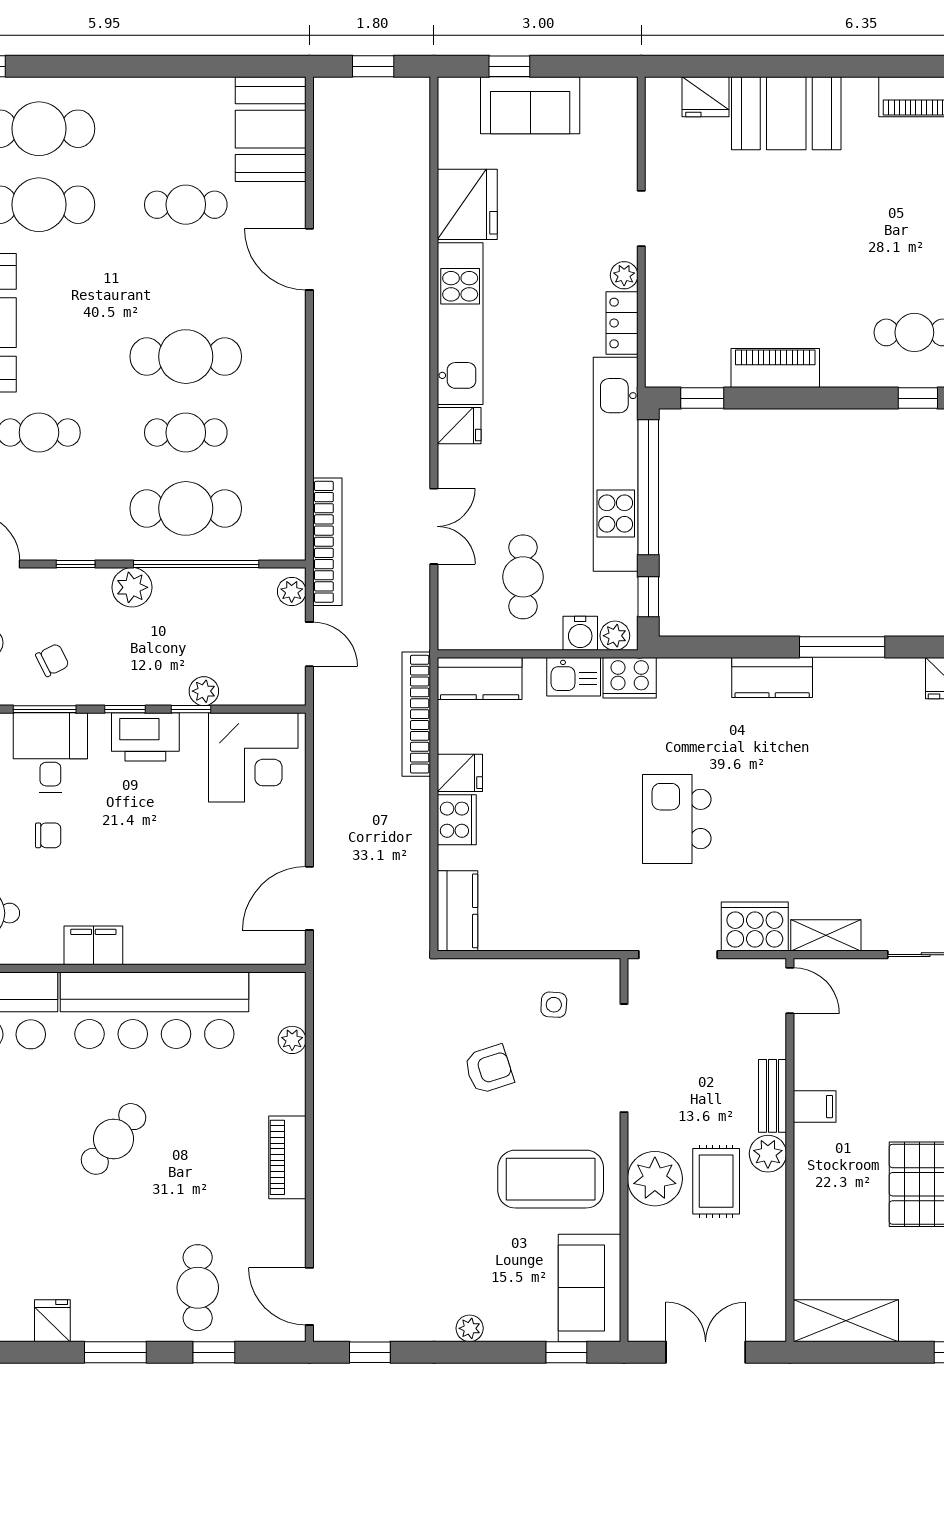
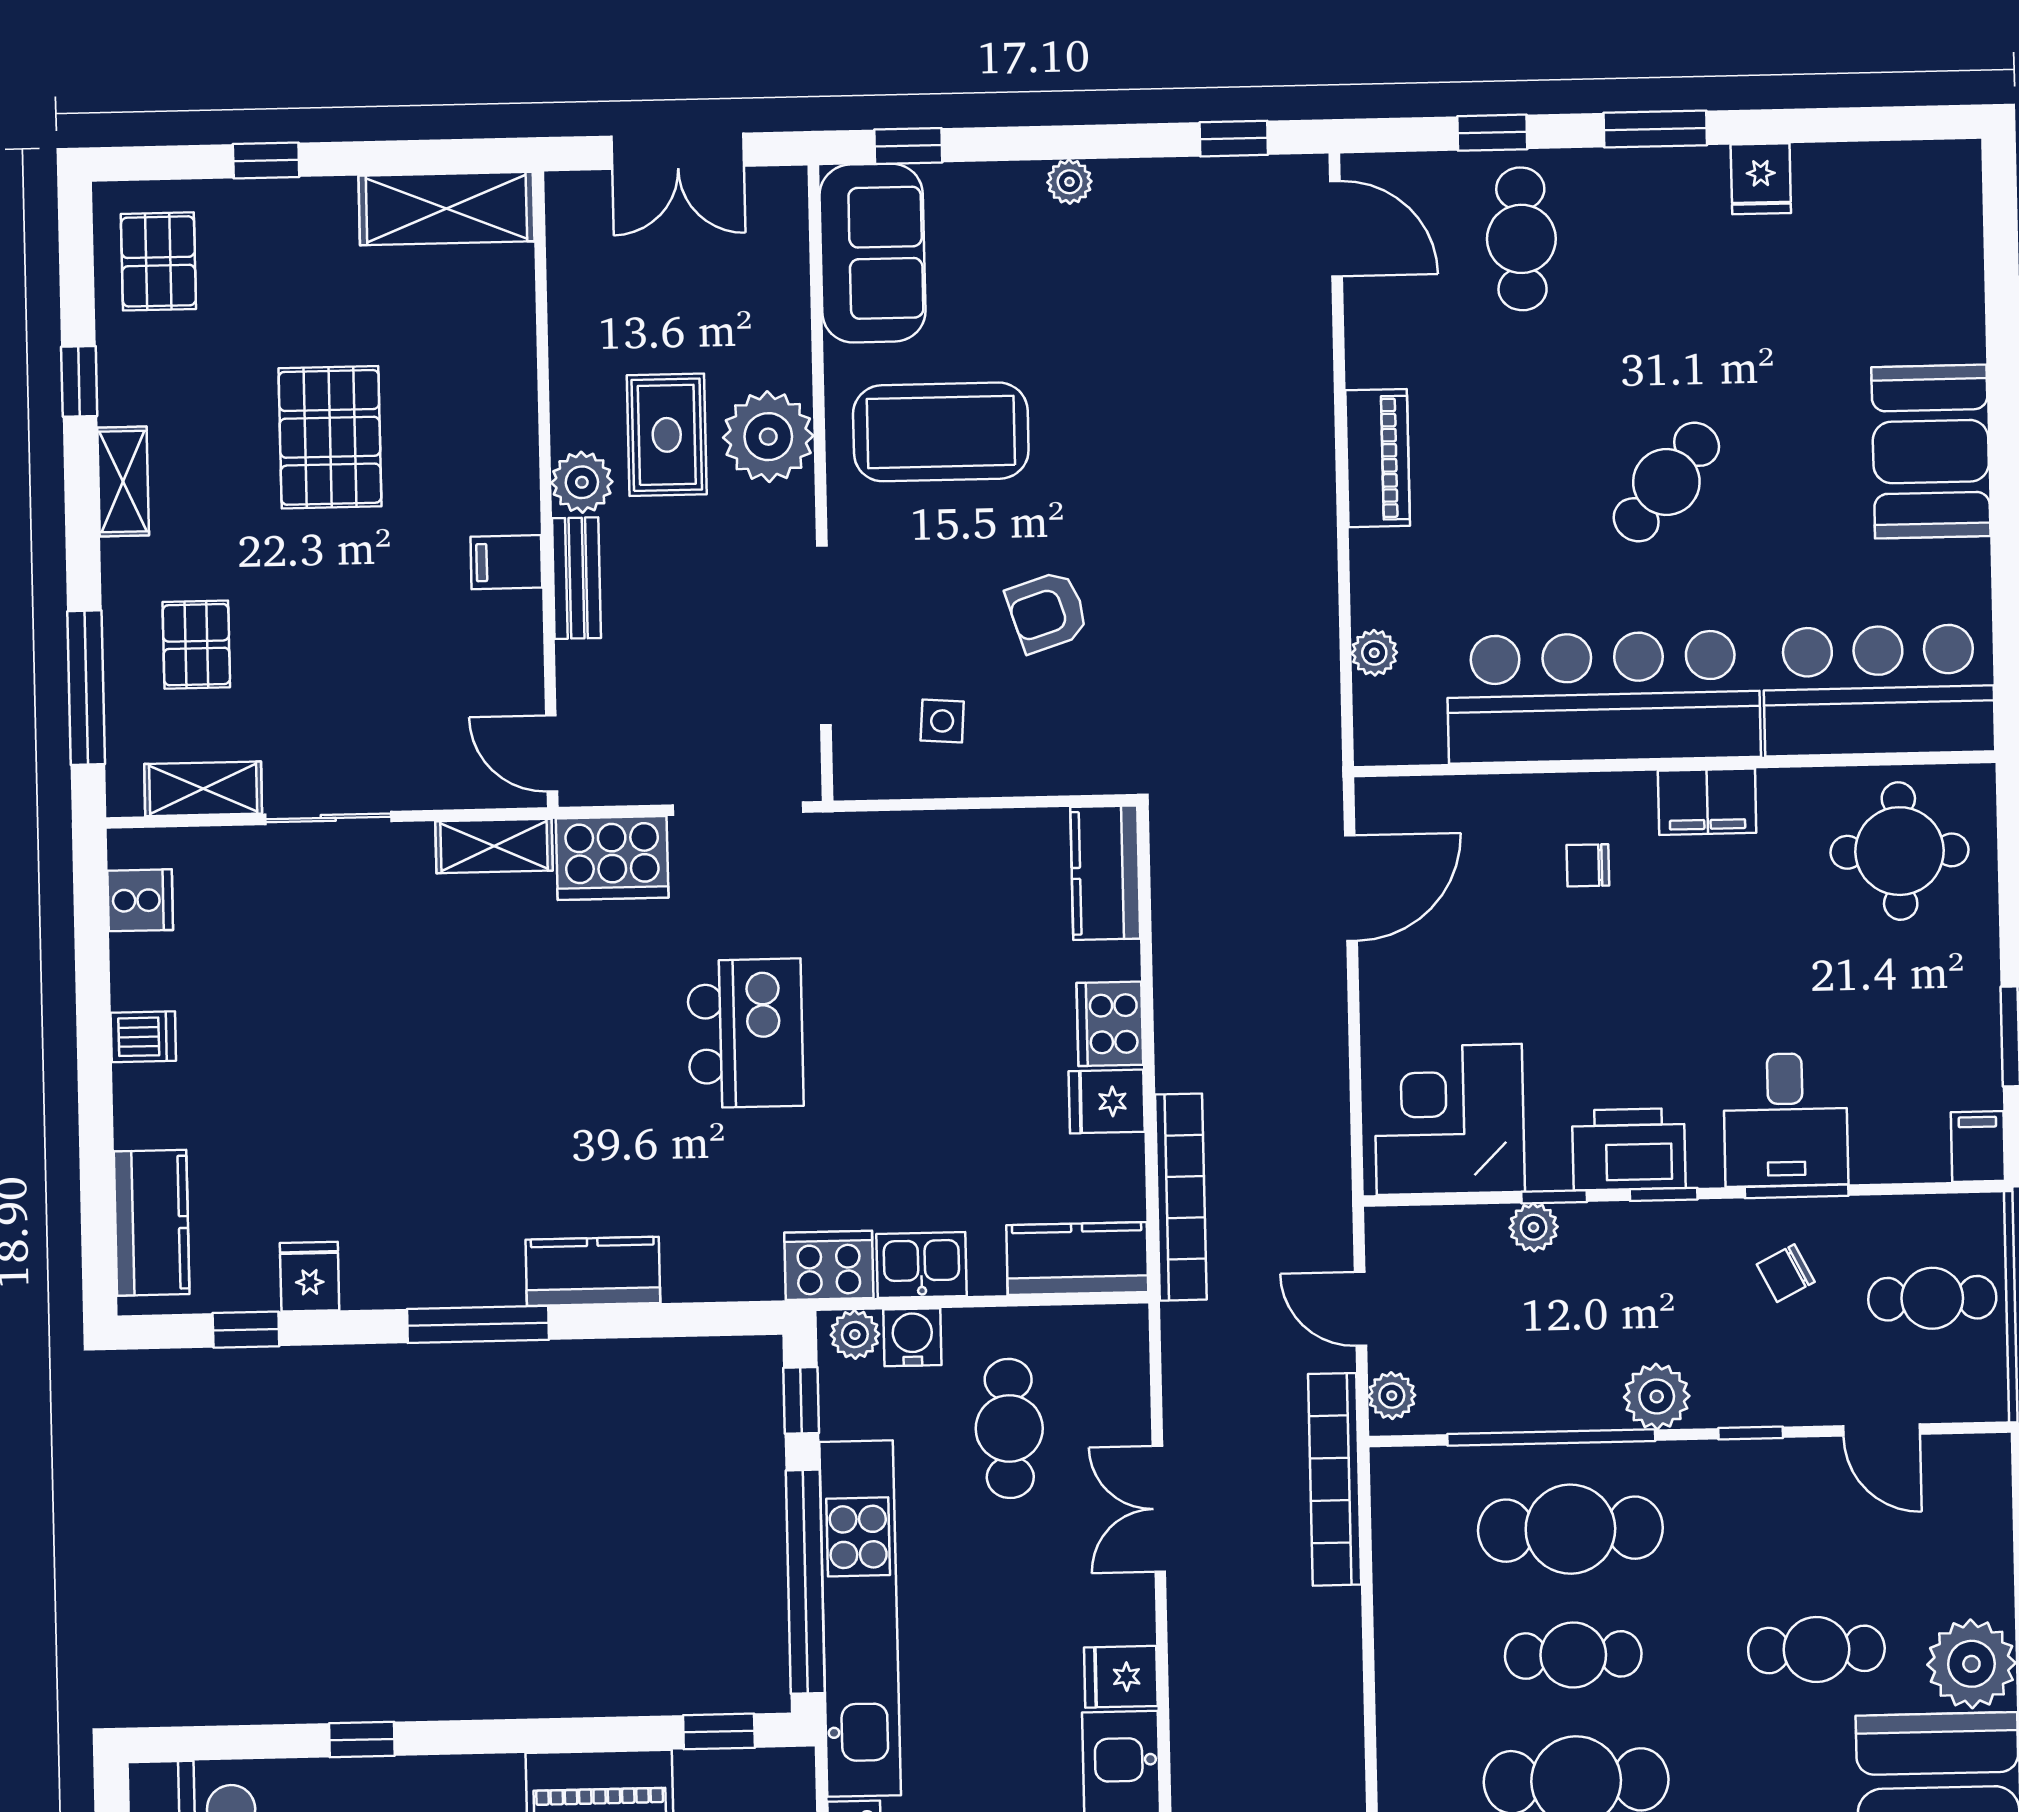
chair: (48, 835) -> (1588, 865), moved

